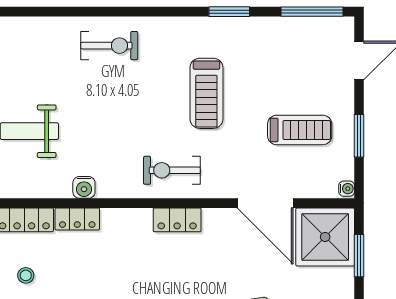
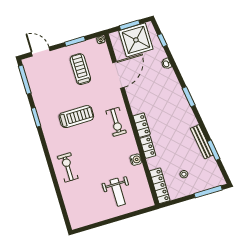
locker: (77, 219) -> (148, 147), moved
locker: (177, 220) -> (142, 125), moved
shower: (325, 237) -> (136, 40), moved

